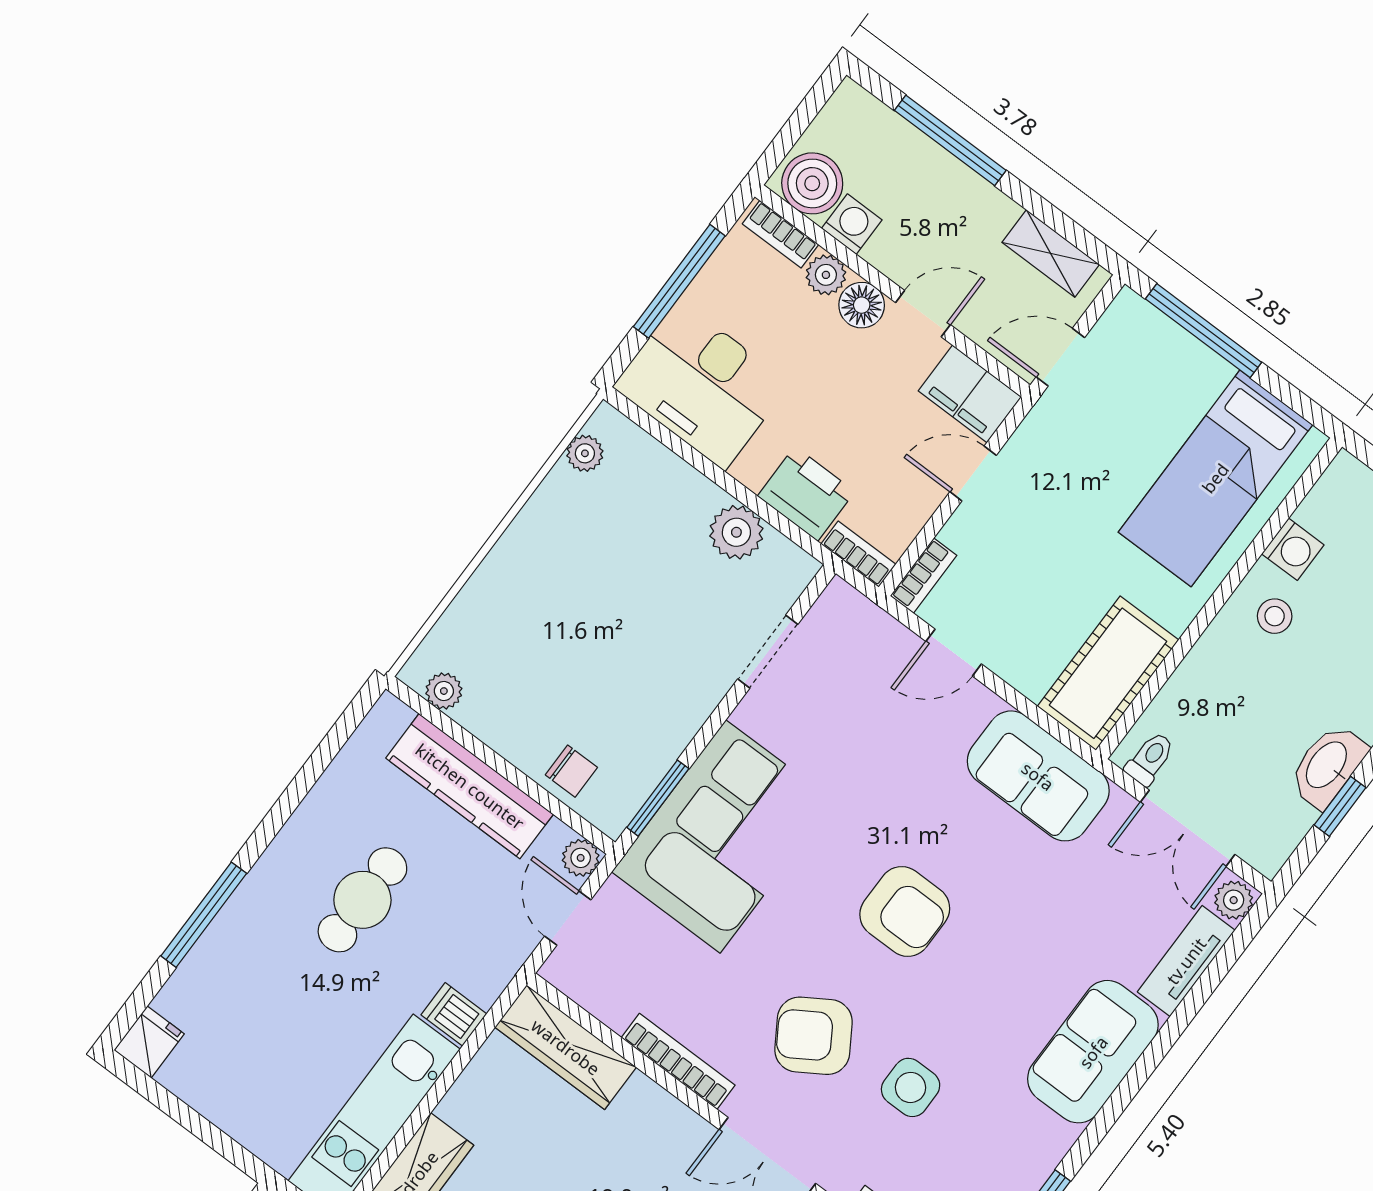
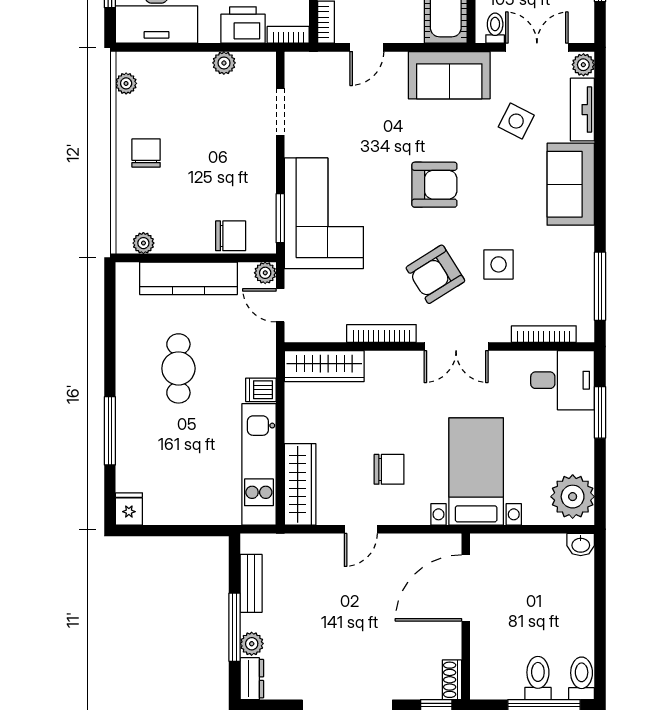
plant: (736, 532) -> (224, 63), width x0.73, depth x0.73
chair: (541, 570) -> (146, 153), added
chair: (571, 771) -> (231, 236), width x1.37, depth x1.37
double door: (1188, 828) -> (537, 47), swing flipped
side table: (1083, 908) -> (516, 121), added

